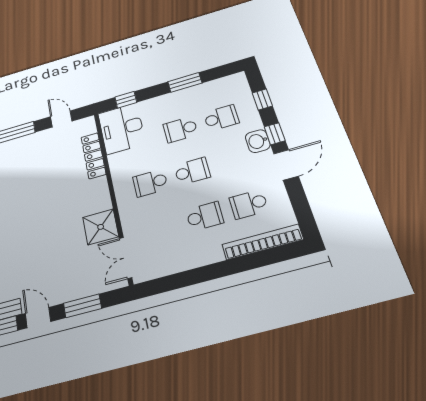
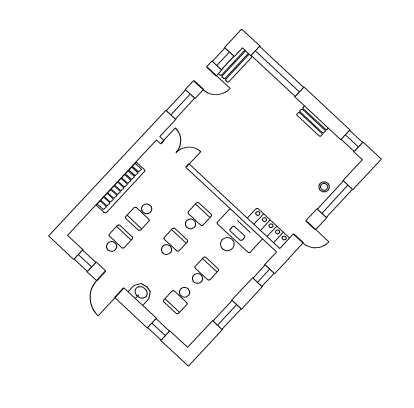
desk: (122, 128) -> (235, 236), moved
window: (275, 134) -> (85, 261), moved
stool: (14, 148) -> (324, 187), added
locker: (93, 156) -> (268, 228), moved
school desk: (192, 171) -> (172, 244), turned 180
shower: (101, 227) -> (209, 165), removed
bookcase: (262, 242) -> (121, 188), moved

